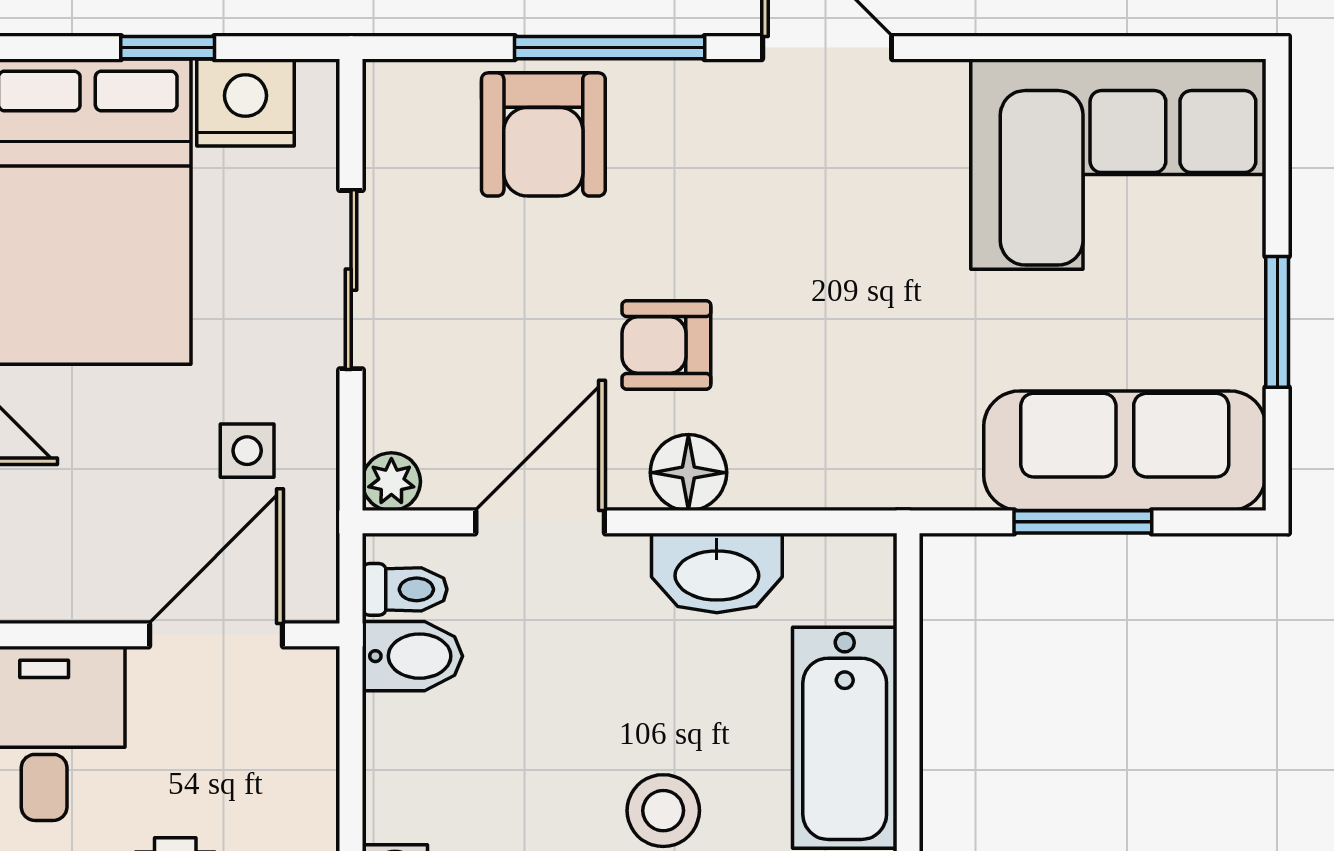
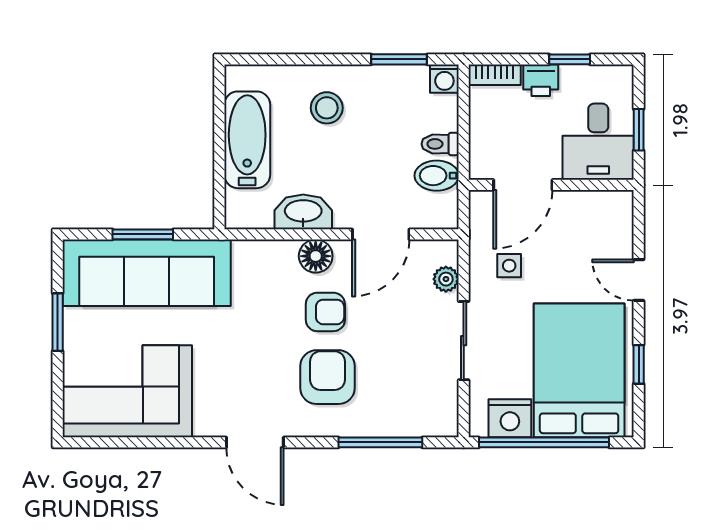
window: (168, 48) -> (544, 442), width x3.17
window: (610, 48) -> (380, 442), moved
armchair: (543, 134) -> (328, 377), moved
sofa: (1125, 451) -> (147, 273), width x1.36, depth x1.27
plant: (391, 482) -> (446, 279), moved
toilet: (405, 589) -> (440, 144), moved

